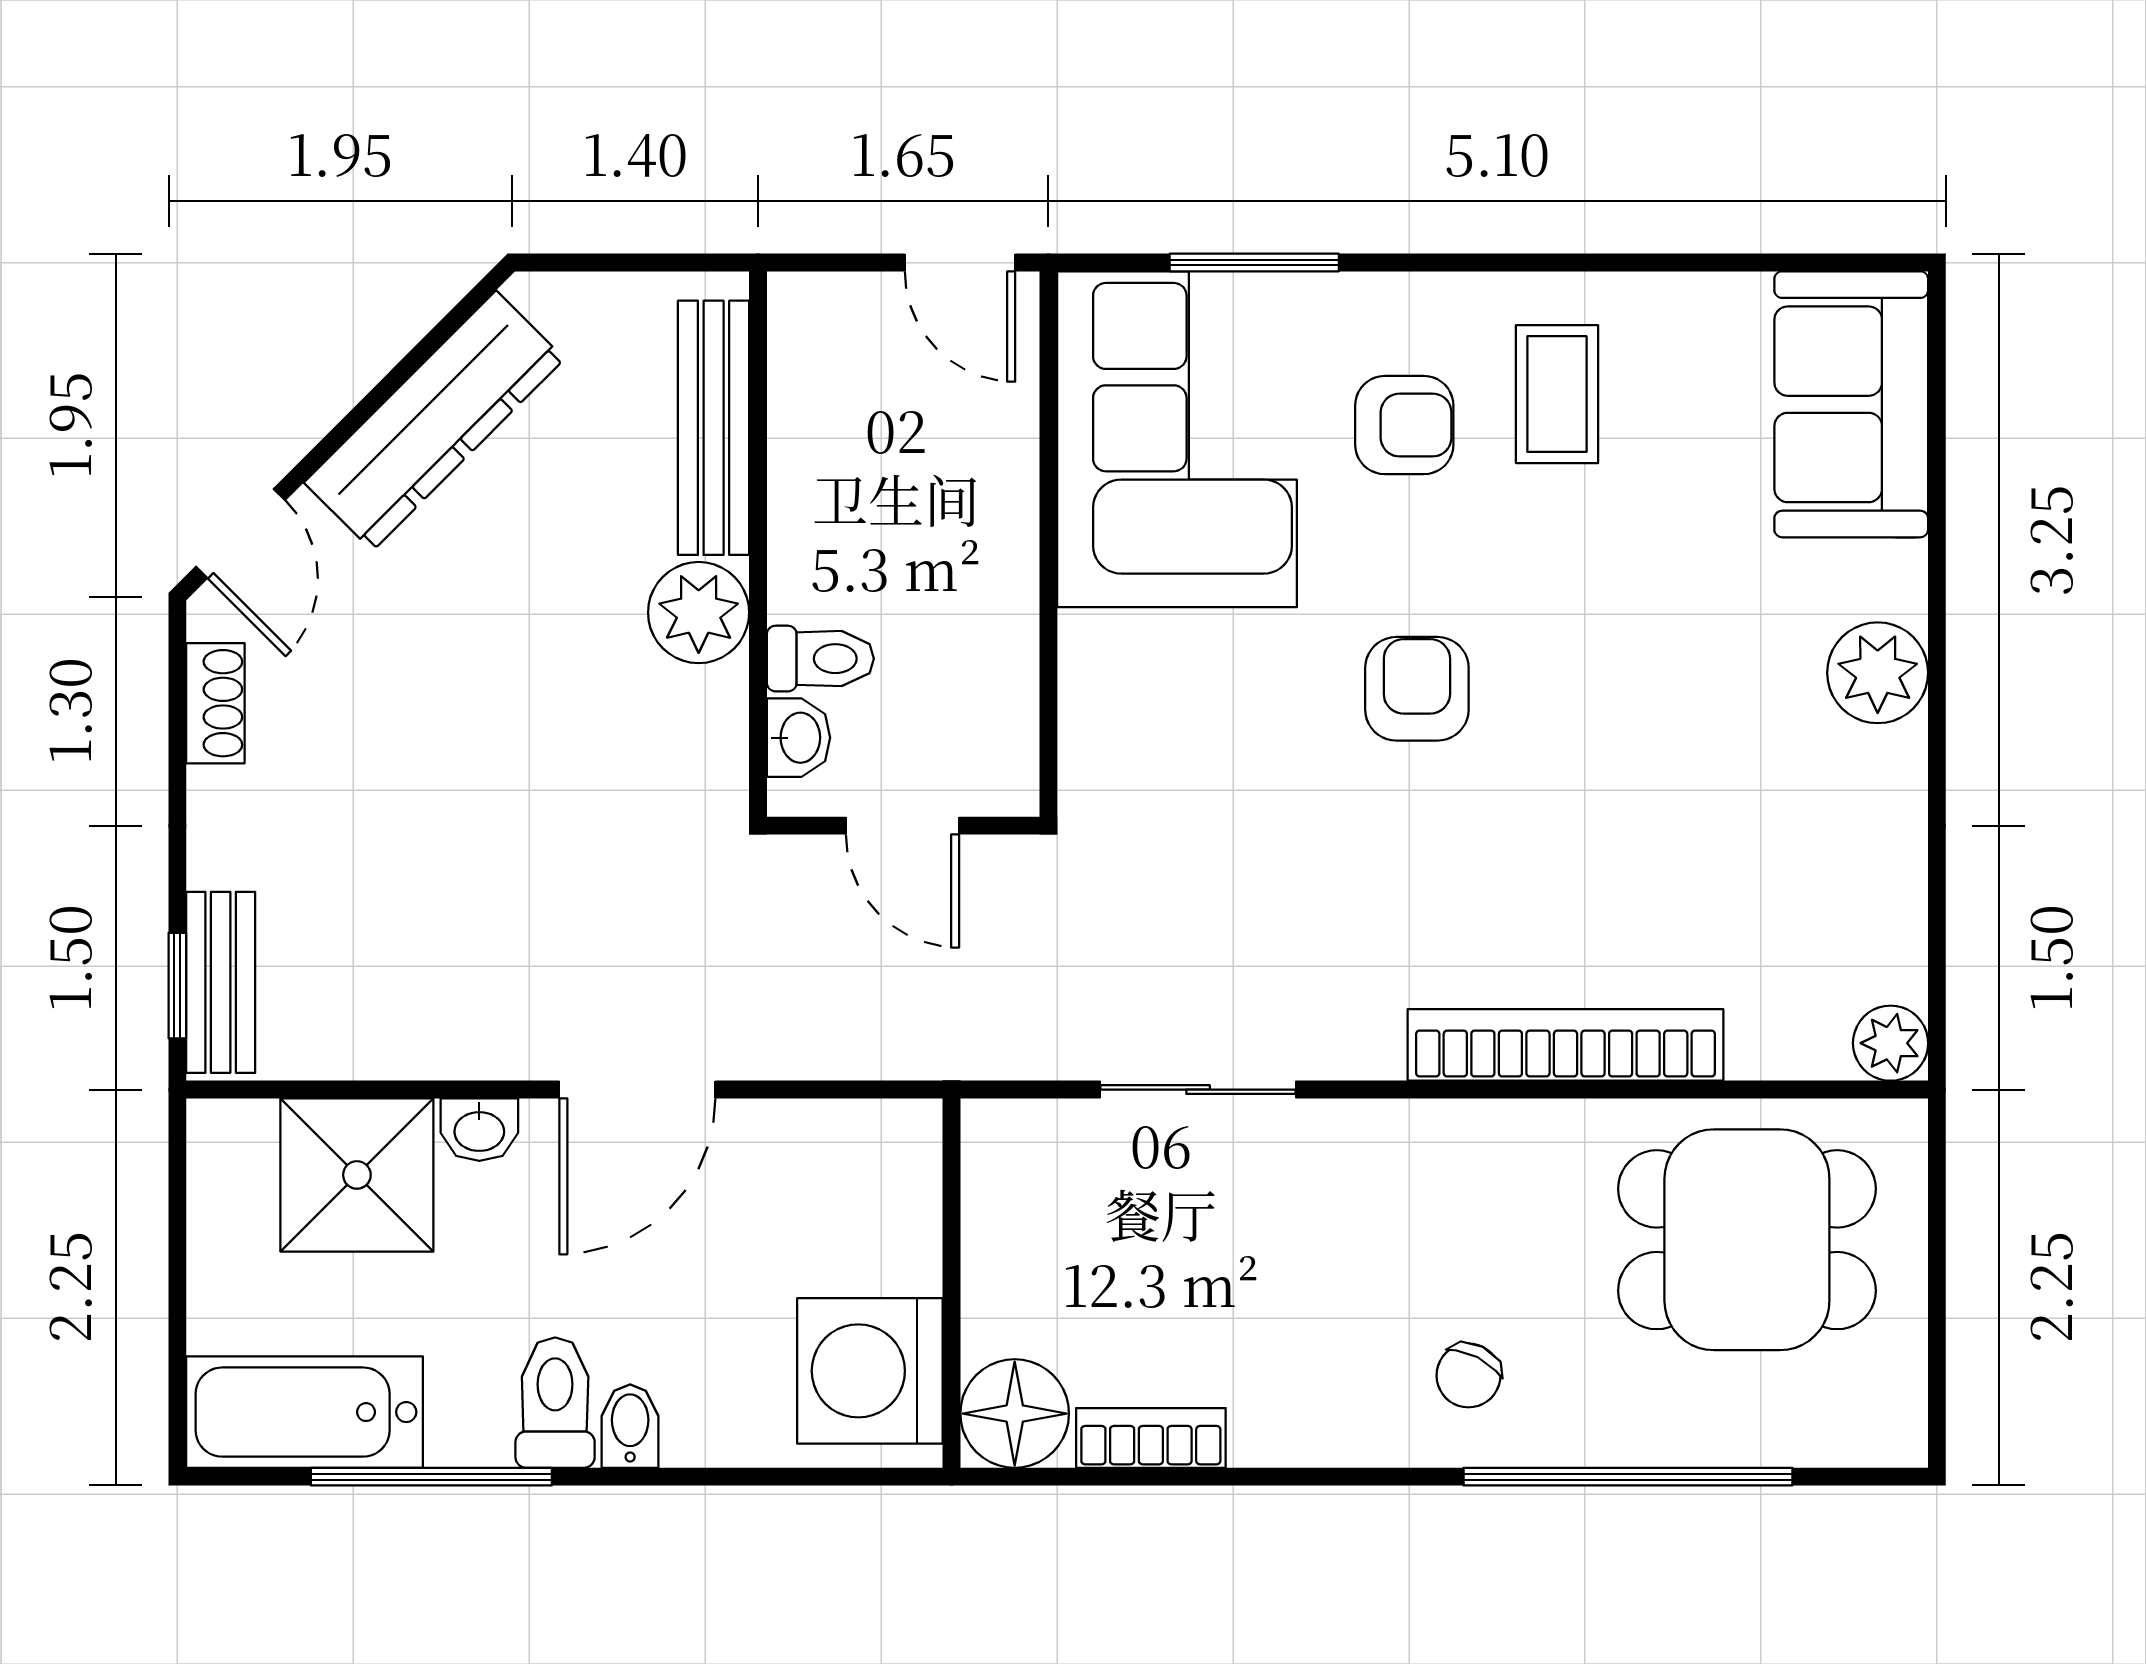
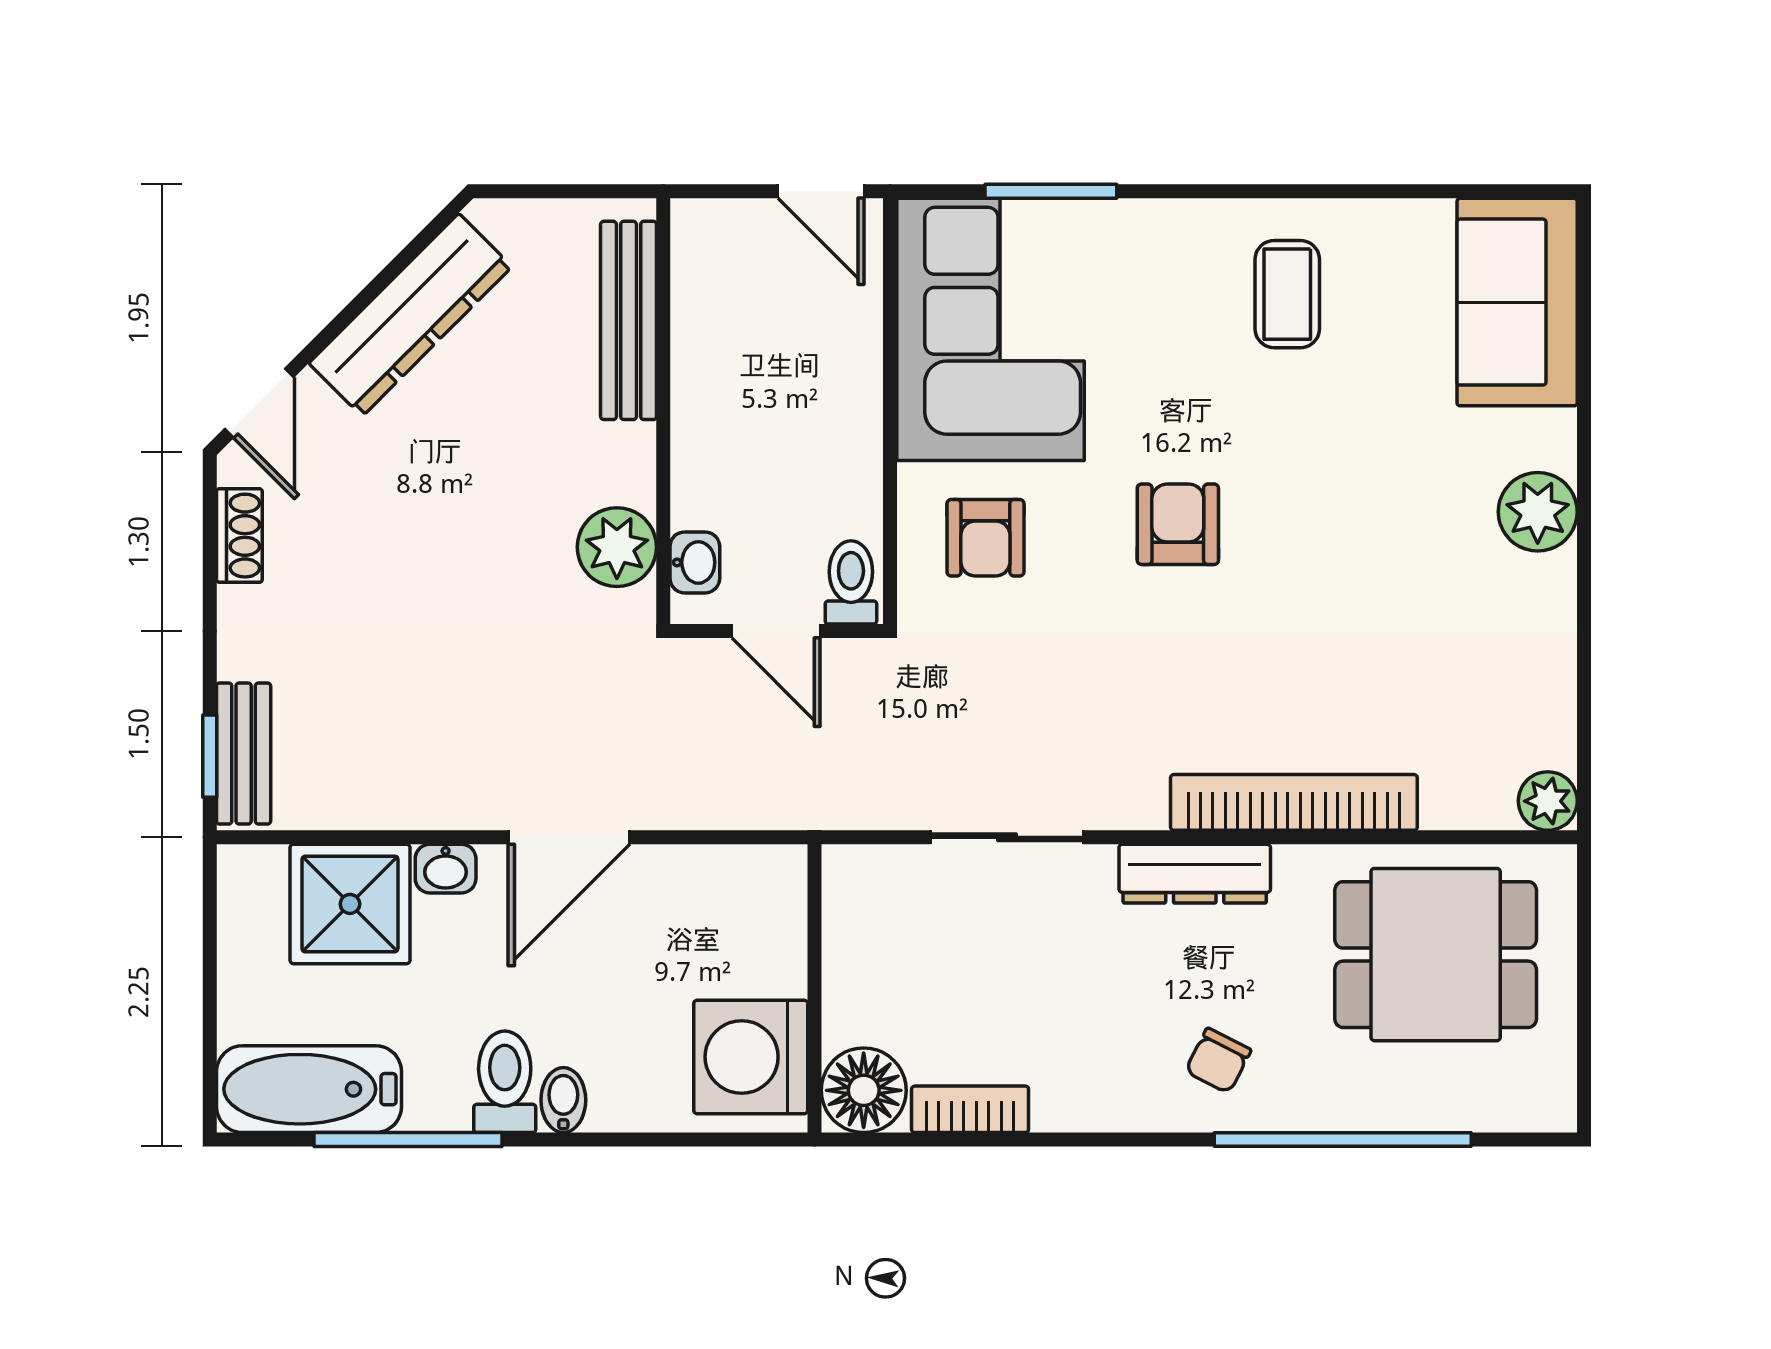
armchair: (1404, 425) -> (985, 538), moved, turned 90
plant: (699, 613) -> (617, 547), moved
toilet: (820, 659) -> (851, 582), moved, turned -90
dresser: (1438, 1136) -> (1195, 874), added

